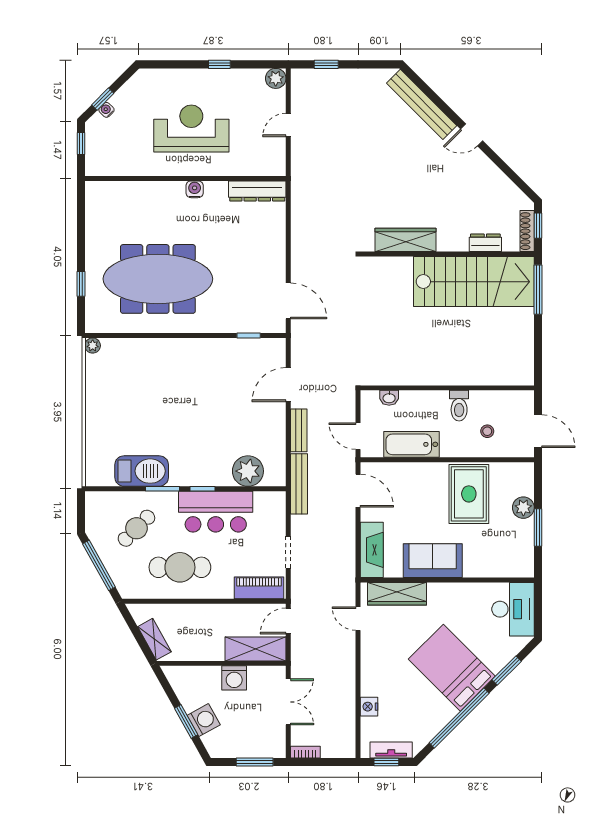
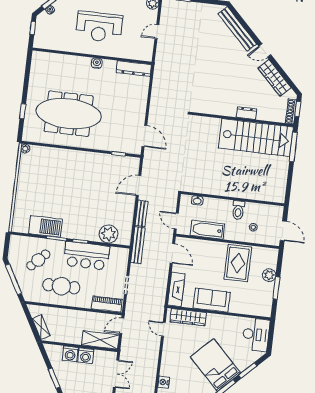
reception desk: (191, 129) -> (99, 27), turned 180
wardrobe: (406, 240) -> (274, 78), moved, turned -135
dresser: (485, 243) -> (246, 113), moved
washing machine: (204, 720) -> (70, 354), moved, turned 119

